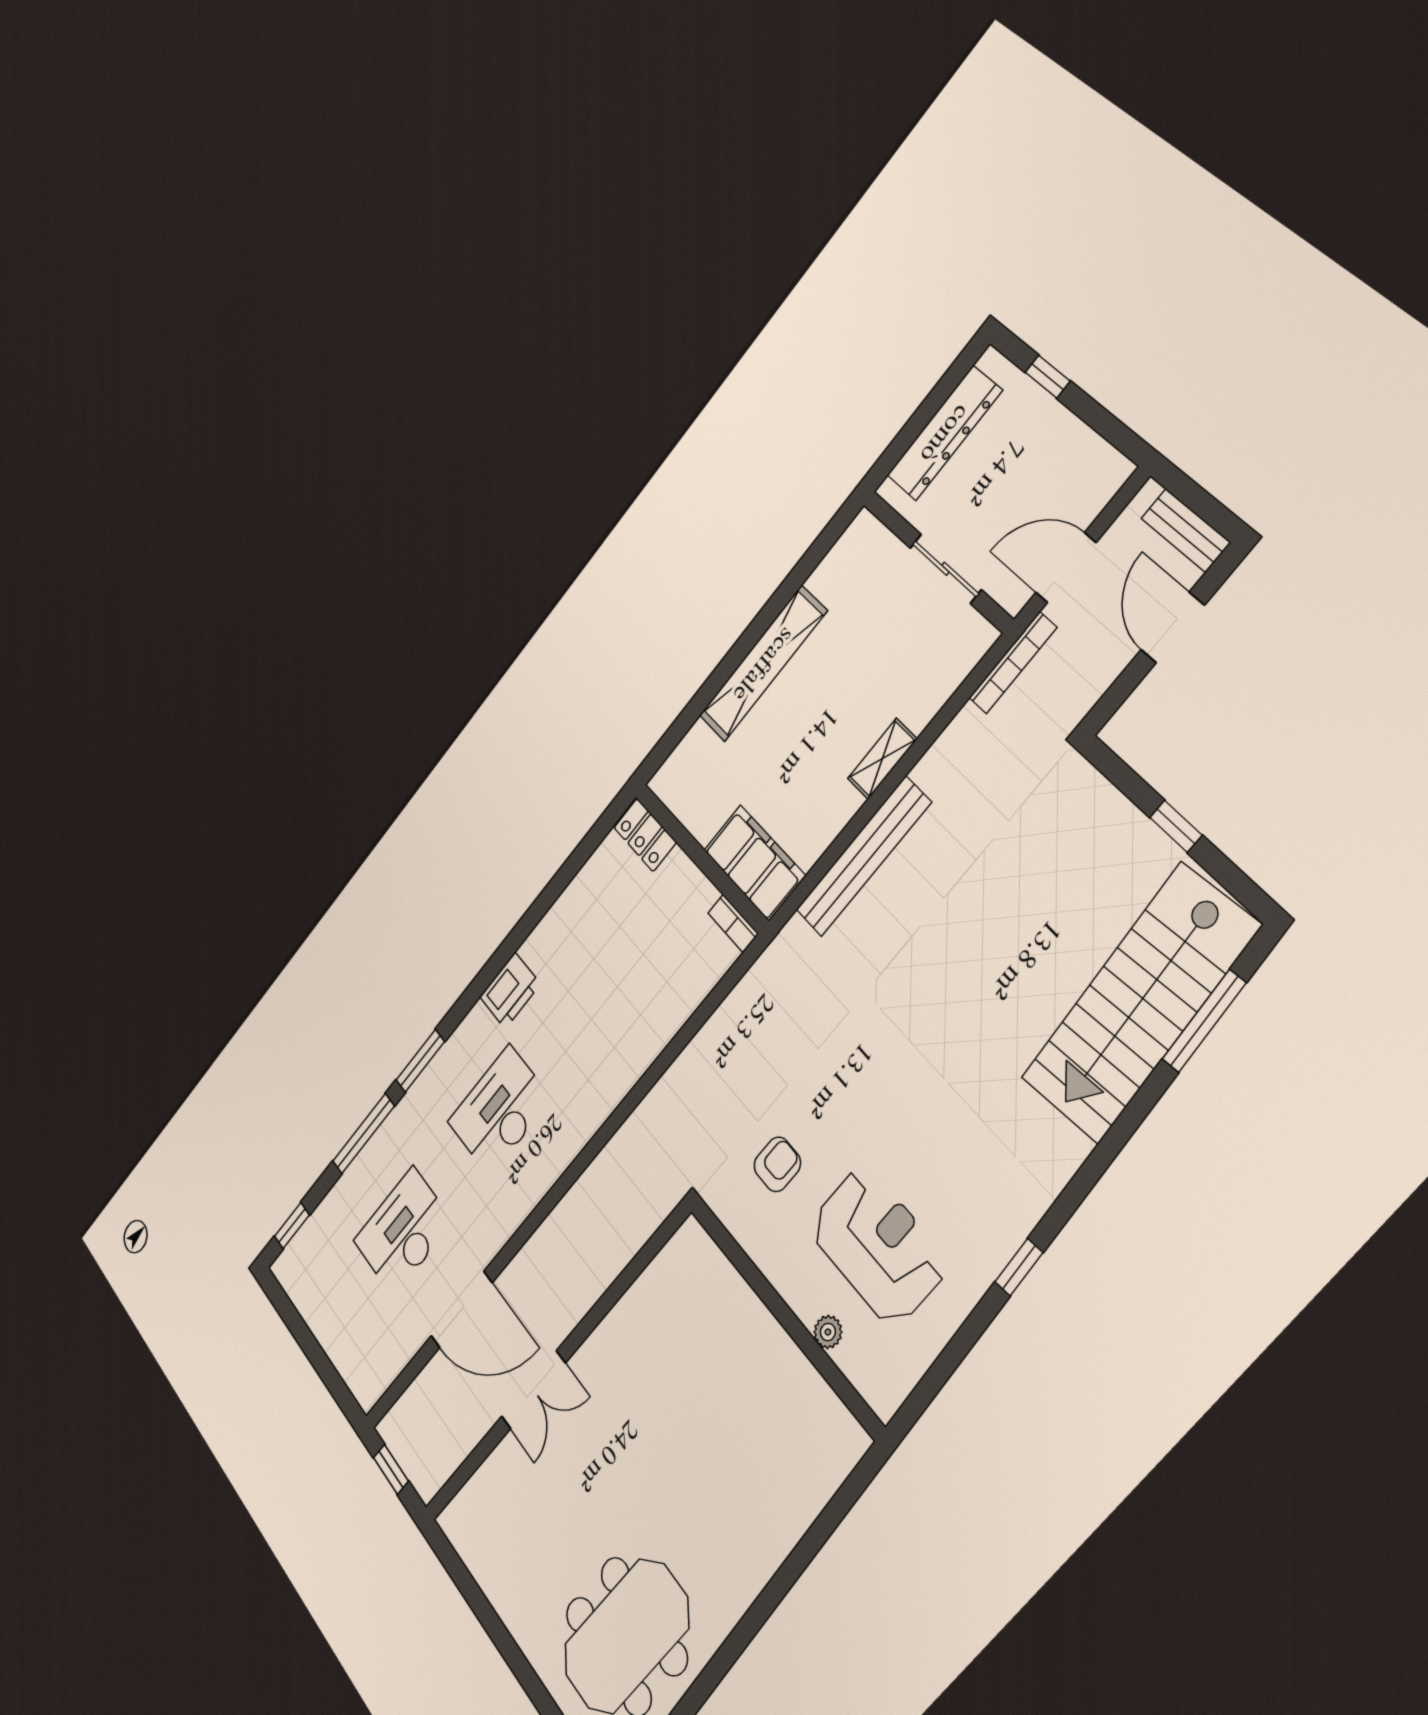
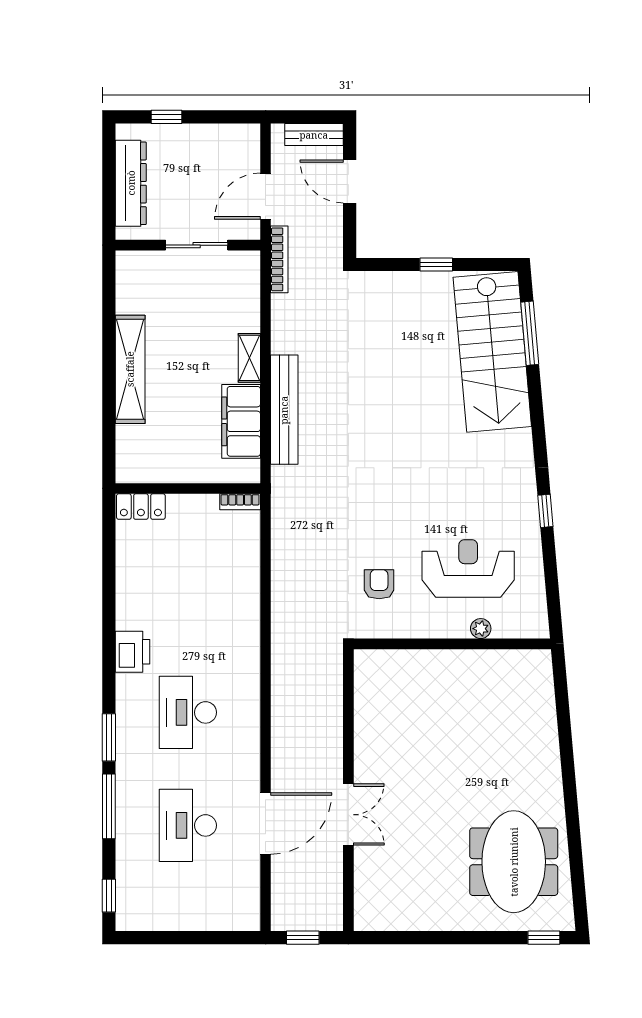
filing cabinet: (754, 863) -> (241, 421), moved, turned -90

